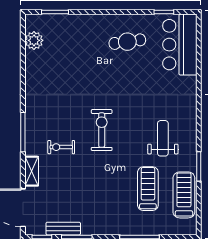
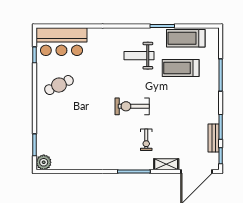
plant: (34, 40) -> (44, 162), moved
cafe table: (127, 42) -> (59, 85), turned 72

